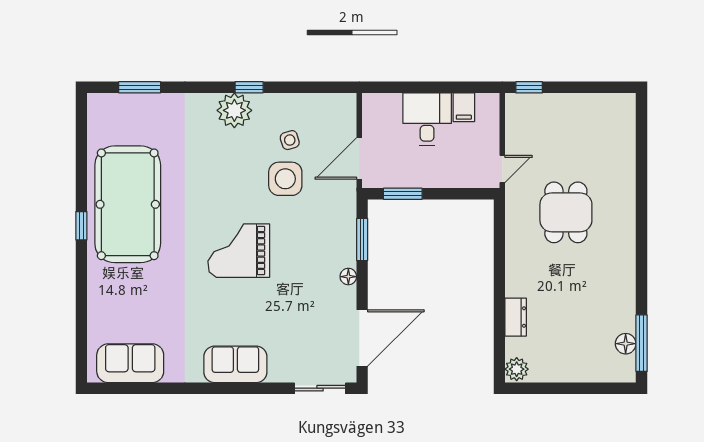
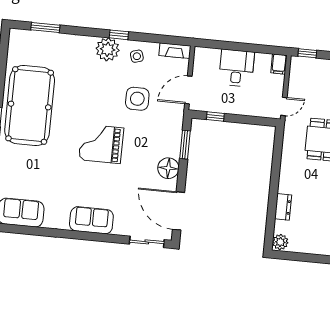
fireplace: (334, 103) -> (175, 51), added
filing cabinet: (464, 107) -> (279, 64), moved
side table: (290, 140) -> (137, 56), moved
window: (403, 194) -> (215, 117), width x0.67
floor lamp: (348, 277) -> (168, 168), width x1.89, depth x1.89
door: (362, 338) -> (178, 211), swing flipped

